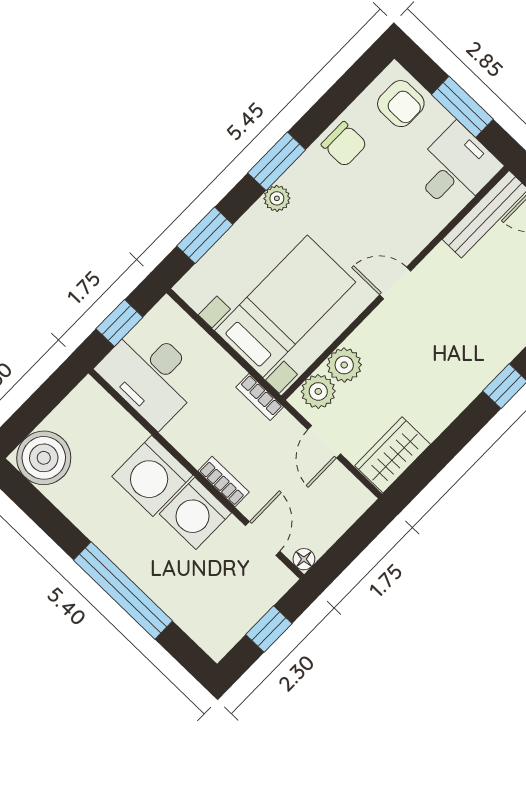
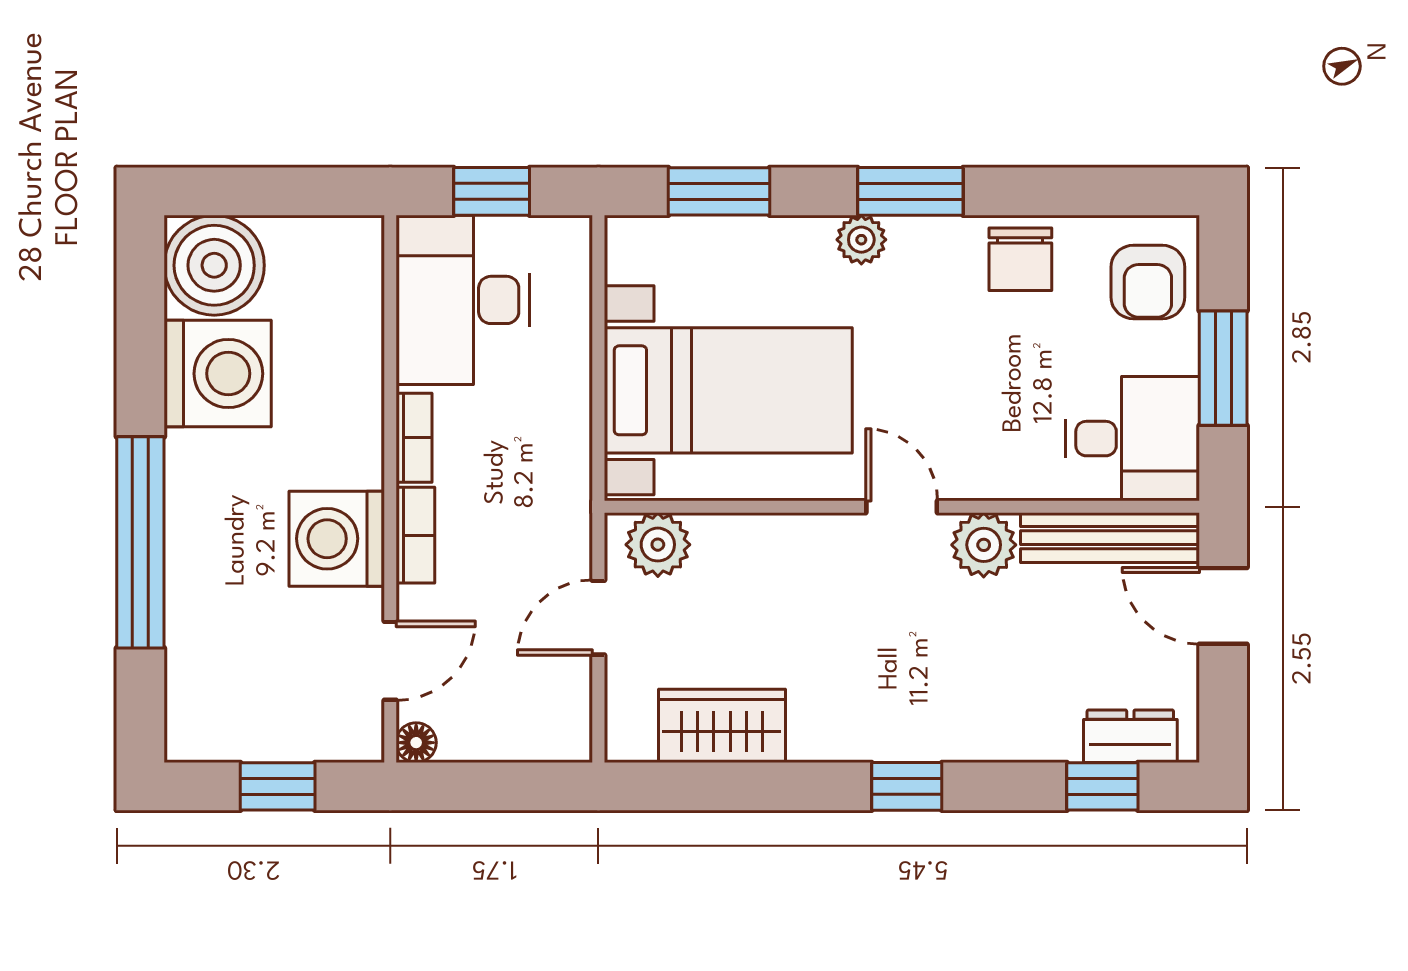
plant: (344, 365) -> (984, 545), moved
bookcase: (260, 397) -> (414, 438), moved, turned 180
wardrobe: (393, 455) -> (722, 726), moved
washing machine: (152, 476) -> (218, 374), moved, turned 180

